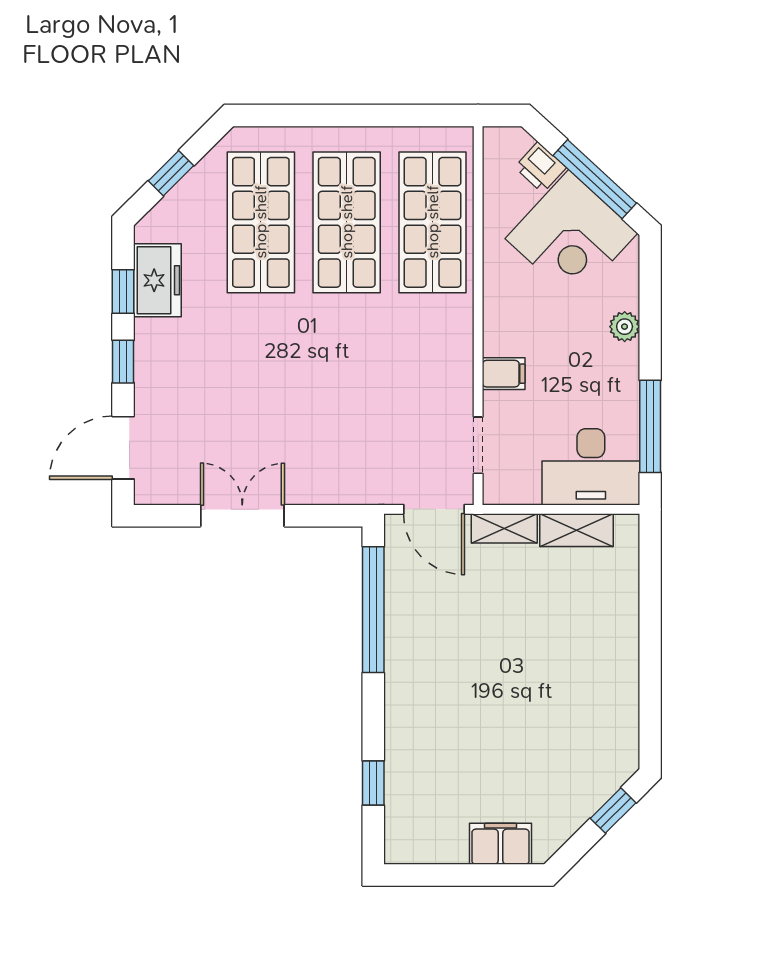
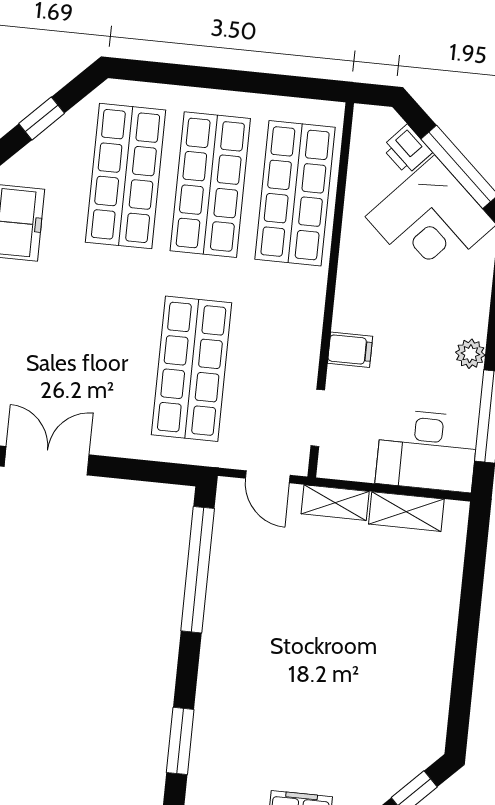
plant: (625, 327) -> (470, 354), moved
shop shelf: (347, 409) -> (192, 369), added
door: (434, 509) -> (268, 477), width x0.73
double door: (242, 516) -> (47, 461), moved
window: (373, 783) -> (180, 741), width x1.50

